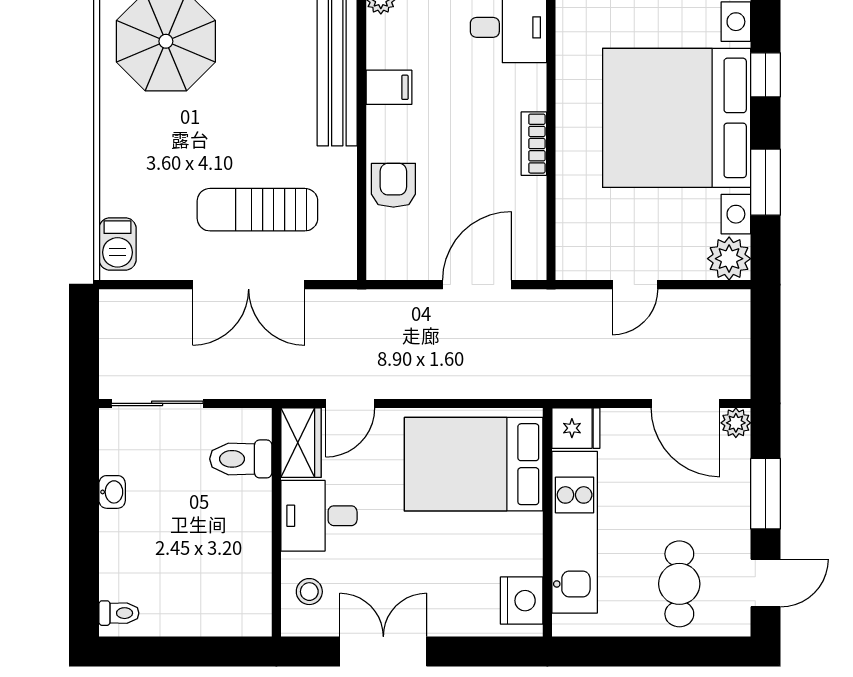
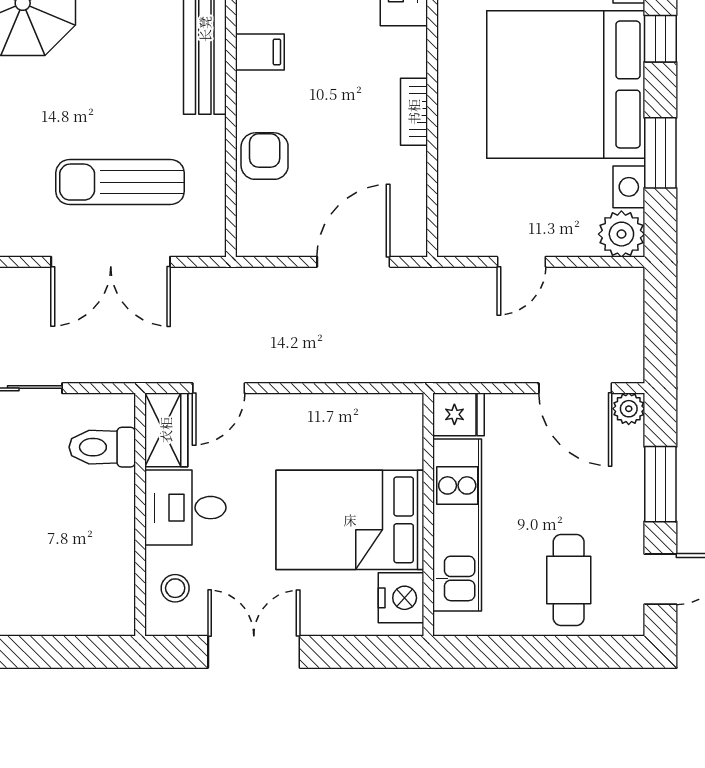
bed: (474, 464) -> (350, 520), moved

